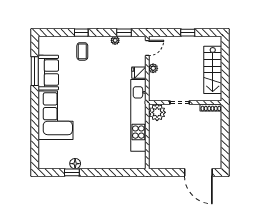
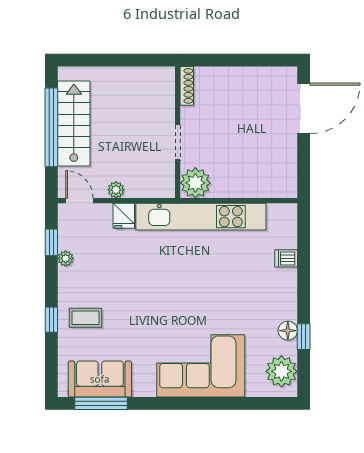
window: (188, 33) -> (51, 127), width x3.17
stairs: (213, 70) -> (74, 123), moved, turned -90
window: (35, 71) -> (101, 403), moved
sofa: (48, 73) -> (100, 379), moved
plant: (53, 160) -> (281, 371), added
dishwasher: (115, 163) -> (286, 258), added

